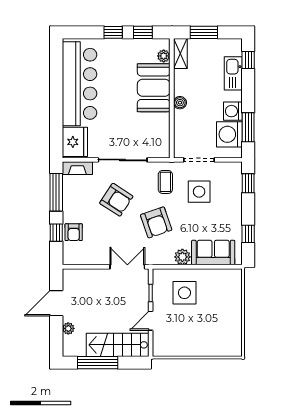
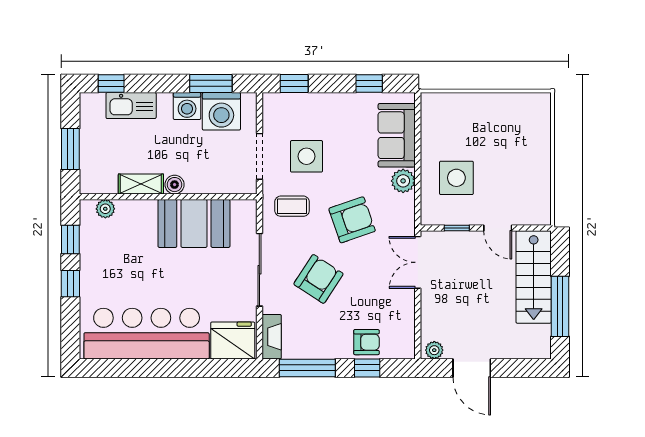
shelving: (180, 54) -> (141, 184), moved
booth: (154, 88) -> (194, 223), moved
plant: (68, 328) -> (434, 350), moved

